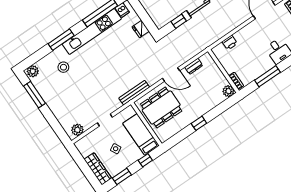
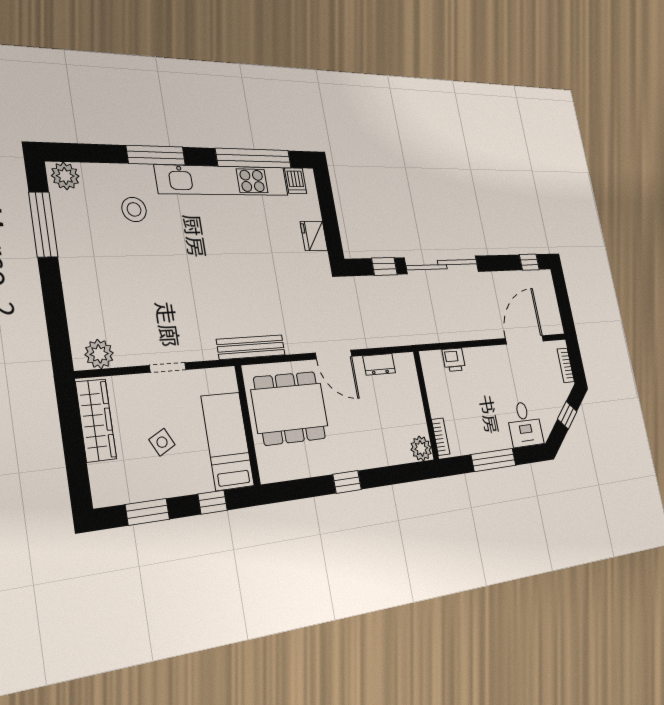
wardrobe: (98, 169) -> (96, 420), moved

